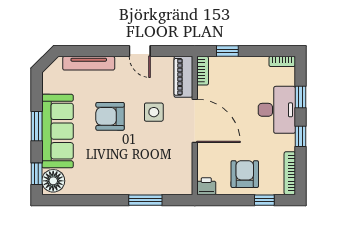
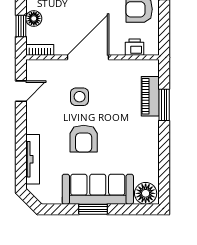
door: (140, 51) -> (21, 91), moved
floor lamp: (235, 64) -> (34, 18), added
piano: (183, 77) -> (150, 96), moved, turned 90
window: (37, 174) -> (139, 209), removed
printer: (206, 186) -> (135, 47), moved, turned 90

